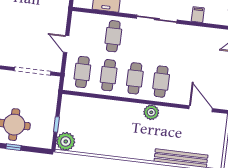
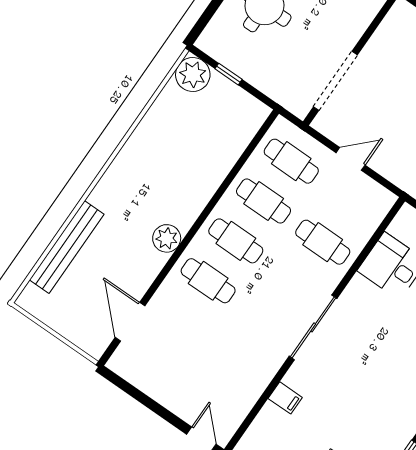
door: (201, 109) -> (130, 322), swing flipped

